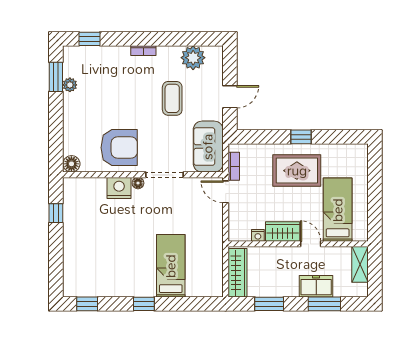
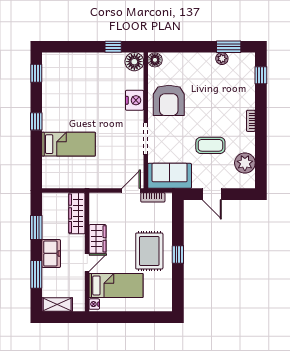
floor lamp: (138, 183) -> (134, 62), moved, width x1.89, depth x1.89
nightstand: (258, 235) -> (94, 304), moved
shelving: (360, 264) -> (57, 305), moved
wardrobe: (237, 273) -> (77, 213), moved, turned 90
freezer: (316, 286) -> (51, 253), moved

